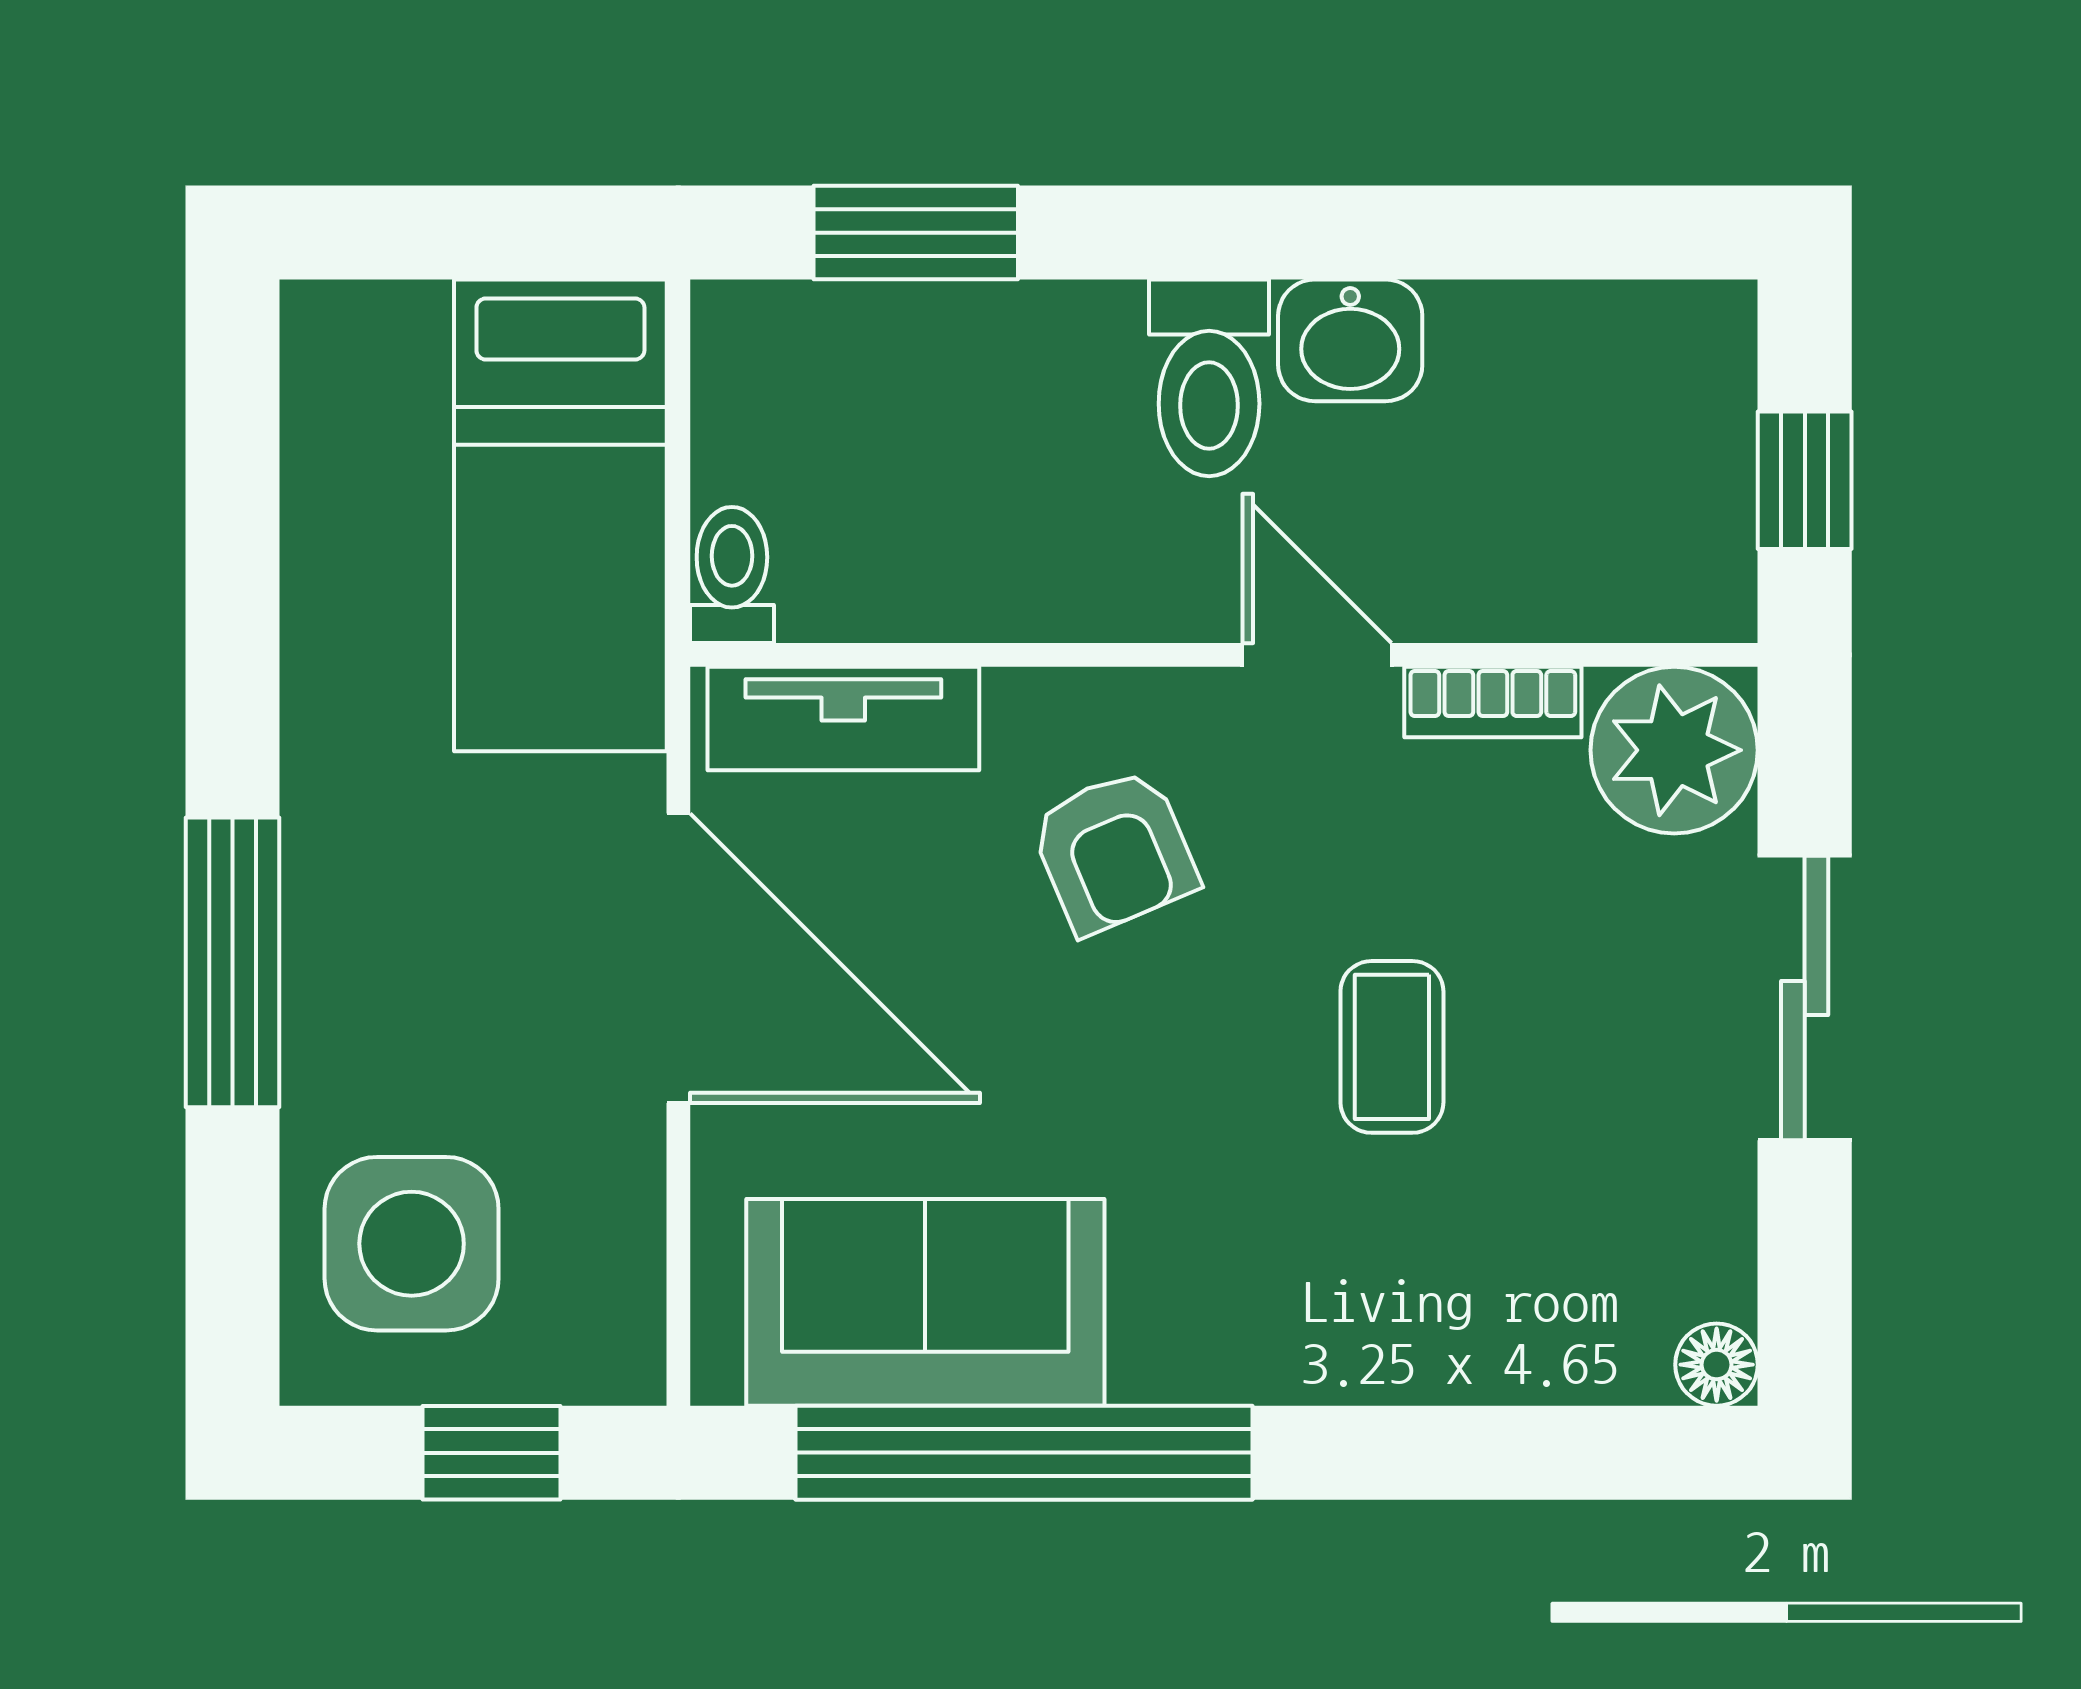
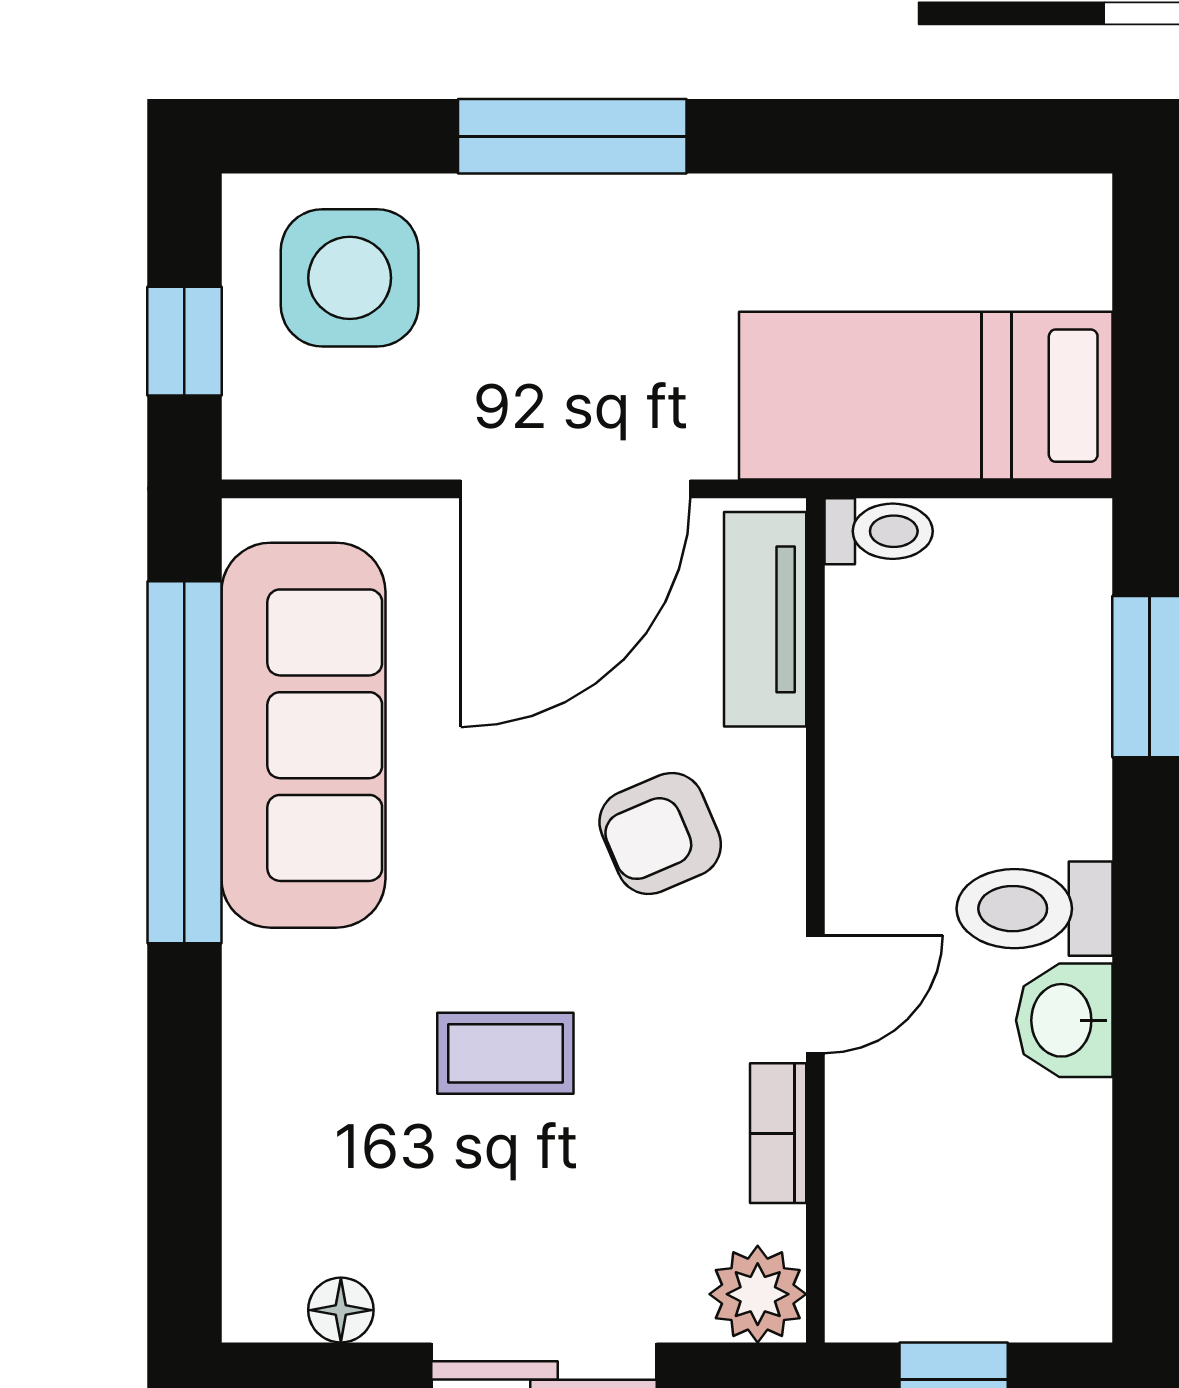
plant: (1674, 750) -> (758, 1294), width x0.73, depth x0.73
sofa: (925, 1302) -> (303, 735), width x1.36
floor lamp: (1717, 1365) -> (341, 1310), moved

